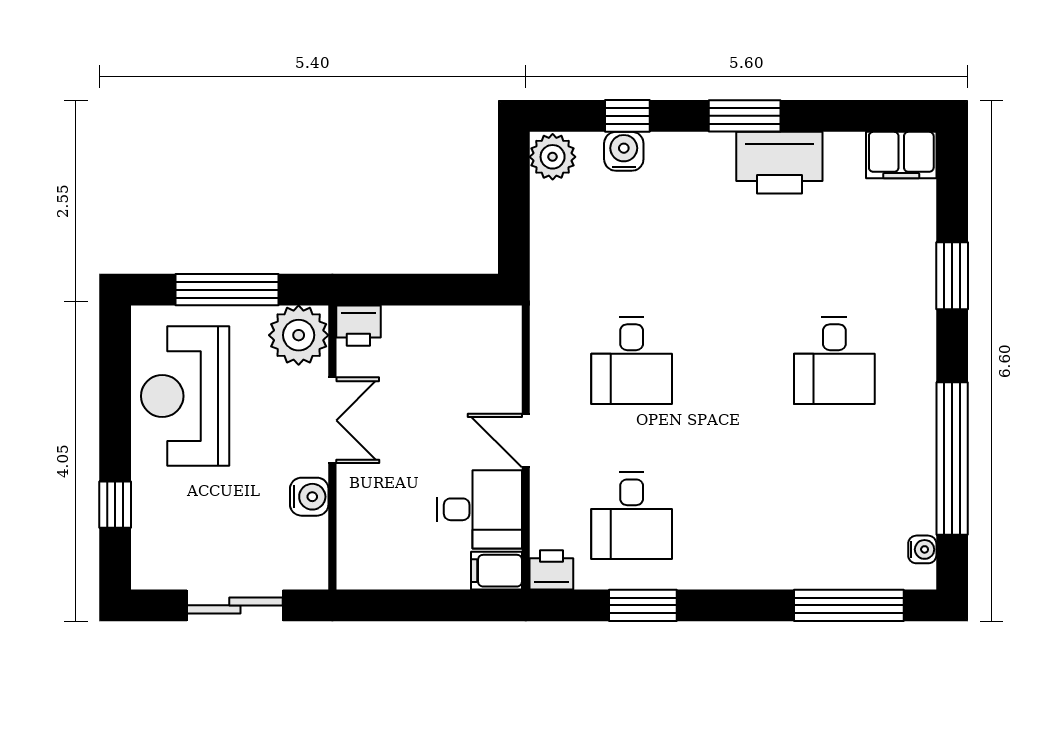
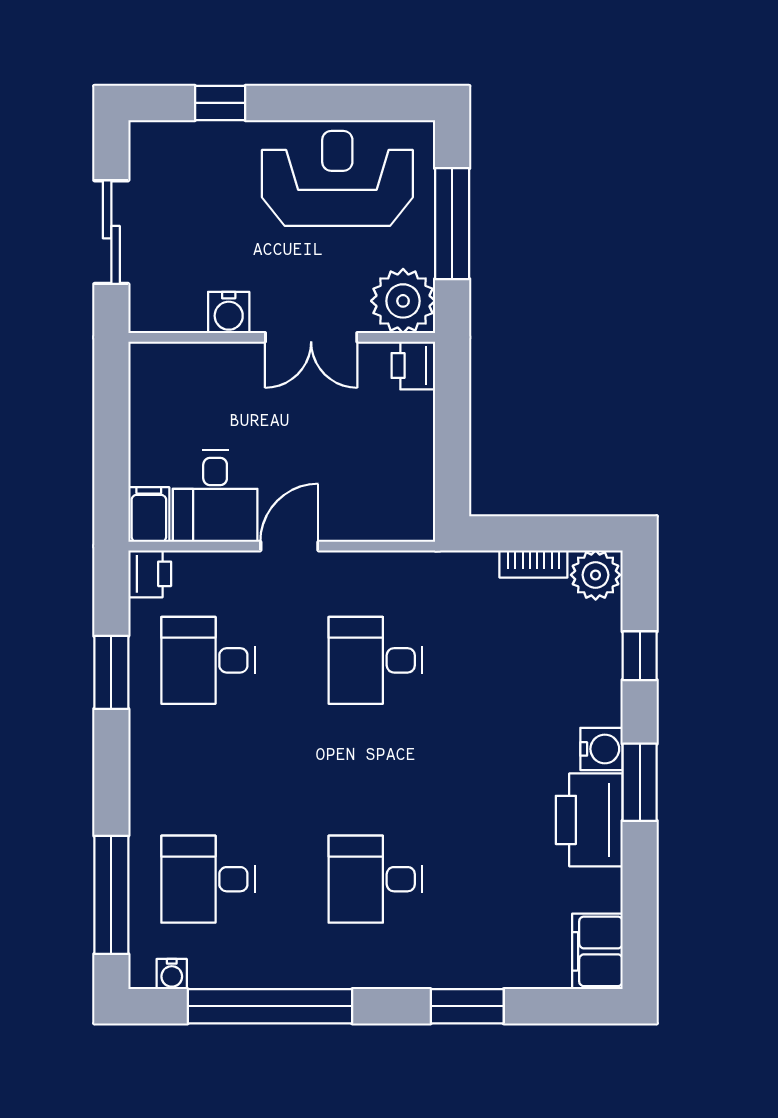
water cooler: (624, 151) -> (601, 749), moved
bookcase: (542, 214) -> (533, 564), added
desk: (834, 516) -> (208, 879), added

